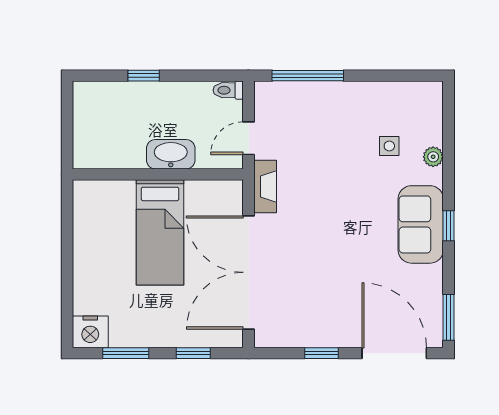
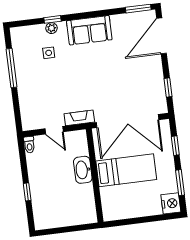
window: (308, 76) -> (12, 68), moved
washbasin: (171, 154) -> (83, 170), moved
wall: (158, 174) -> (95, 175), moved
window: (449, 226) -> (52, 19), moved
bed: (160, 232) -> (126, 170), moved
window: (321, 353) -> (168, 88), moved

